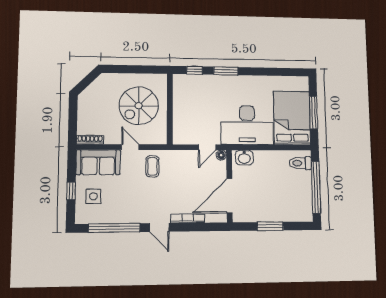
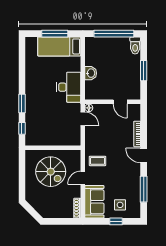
bed: (292, 118) -> (59, 46), width x0.67
desk: (247, 125) -> (69, 87), width x0.73, depth x0.77
washbasin: (244, 158) -> (91, 73), moved
toilet: (300, 163) -> (135, 45), moved
door: (229, 196) -> (120, 102), width x0.53
door: (159, 227) -> (144, 155), swing flipped
window: (114, 228) -> (144, 189), width x0.68

